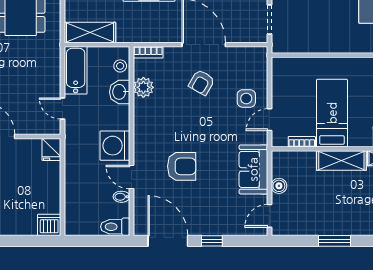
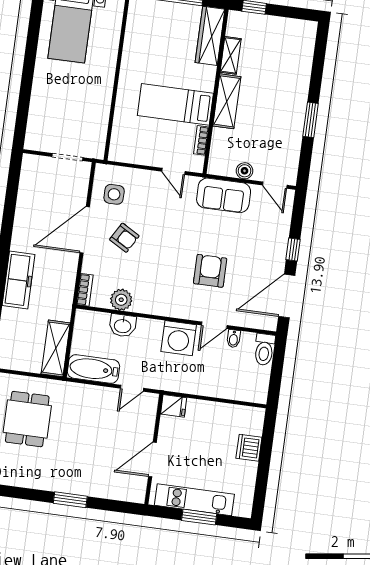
stool: (120, 66) -> (95, 321), removed
side table: (246, 98) -> (114, 194), moved
dishwasher: (49, 225) -> (249, 448), moved

